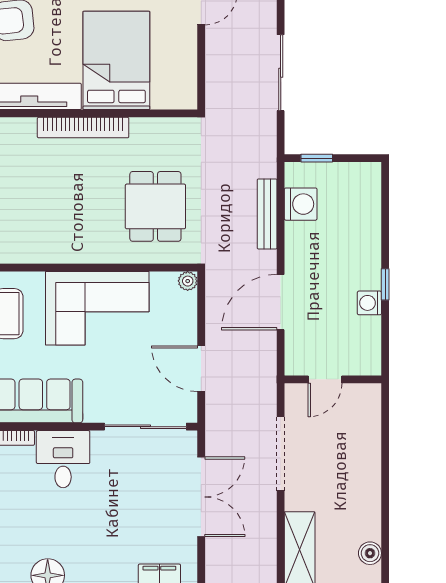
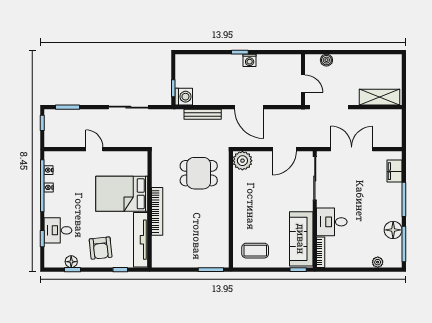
washing machine: (301, 204) -> (184, 97), moved, turned 90
plant: (188, 281) -> (242, 161), width x1.88, depth x1.88
corner sofa: (97, 308) -> (252, 204), removed
door: (325, 379) -> (303, 84), moved
wall: (333, 379) -> (303, 80), moved
boiler: (370, 553) -> (326, 60), moved

